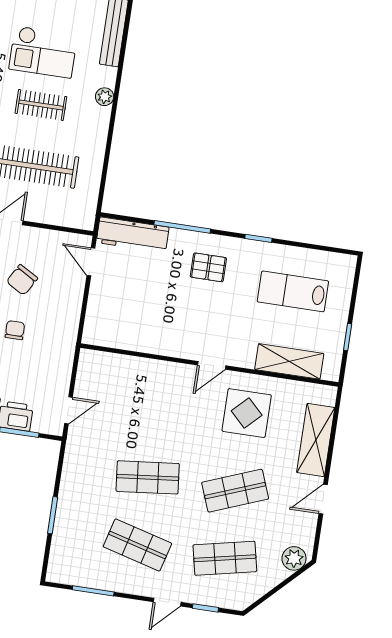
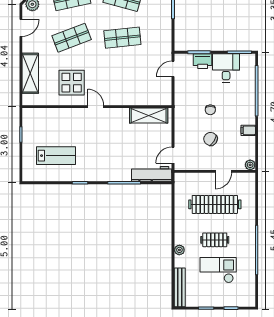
door: (91, 262) -> (173, 155), swing flipped
pallet: (208, 267) -> (106, 162), removed
chair: (22, 280) -> (211, 139), turned -87
shelving: (289, 361) -> (149, 116), moved
door: (212, 365) -> (96, 107), hinge flipped
door: (323, 499) -> (21, 28), moved

